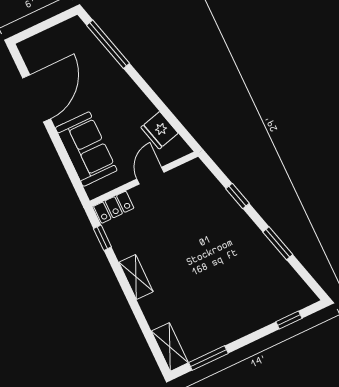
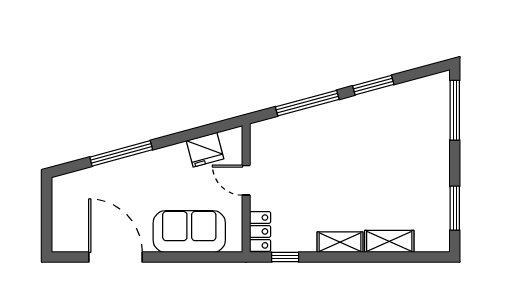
window: (108, 44) -> (121, 153), moved
window: (238, 196) -> (307, 103), width x2.17
window: (289, 320) -> (455, 110), width x2.17
shelving: (170, 347) -> (389, 241), moved

